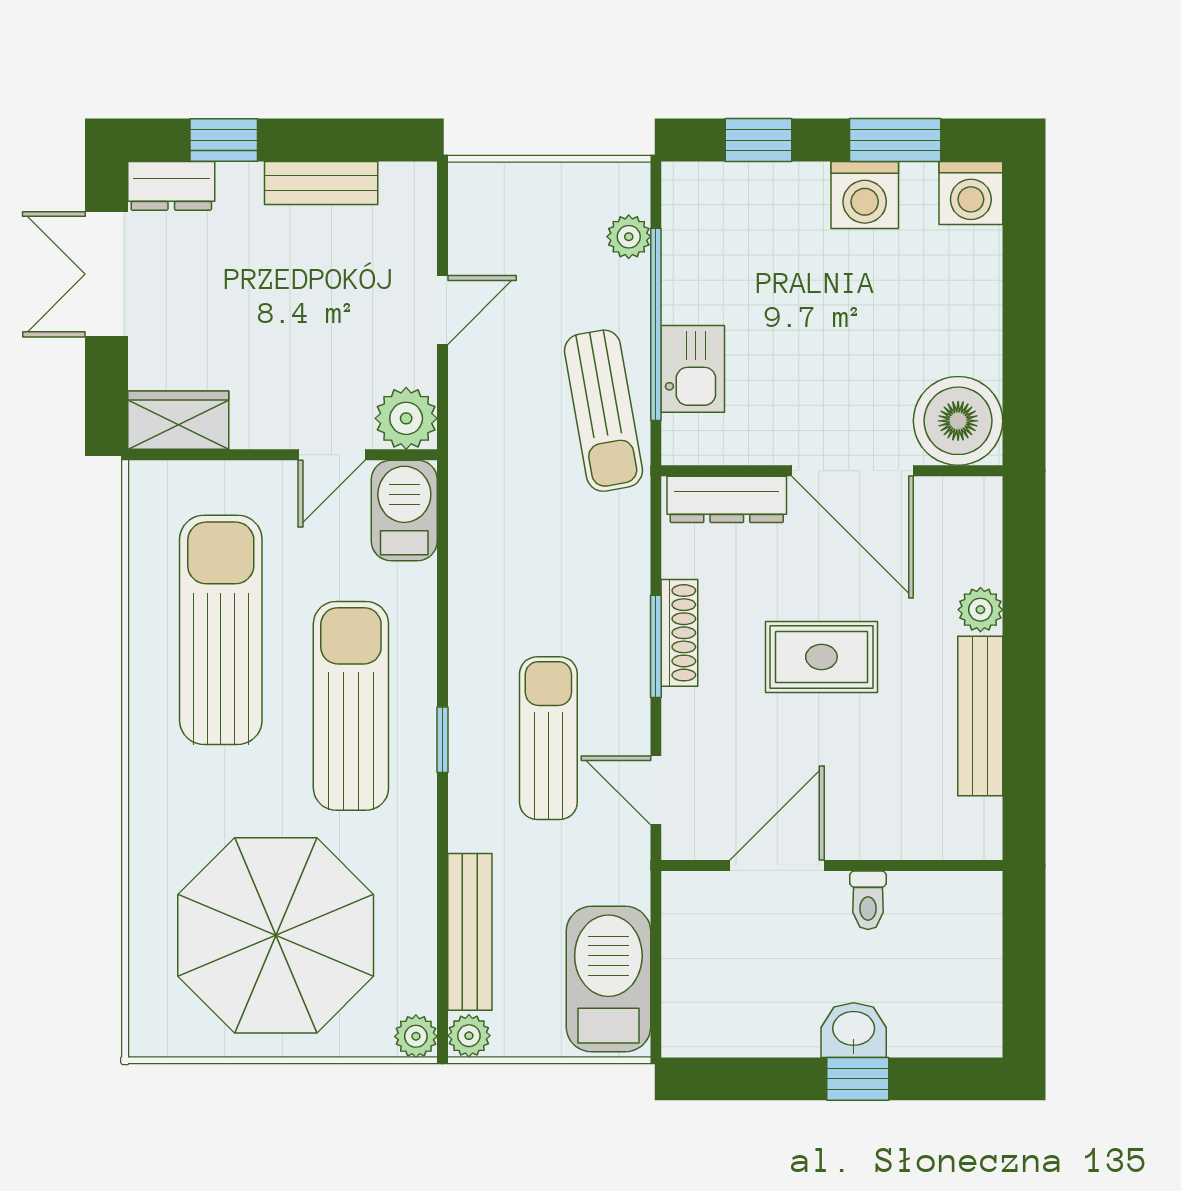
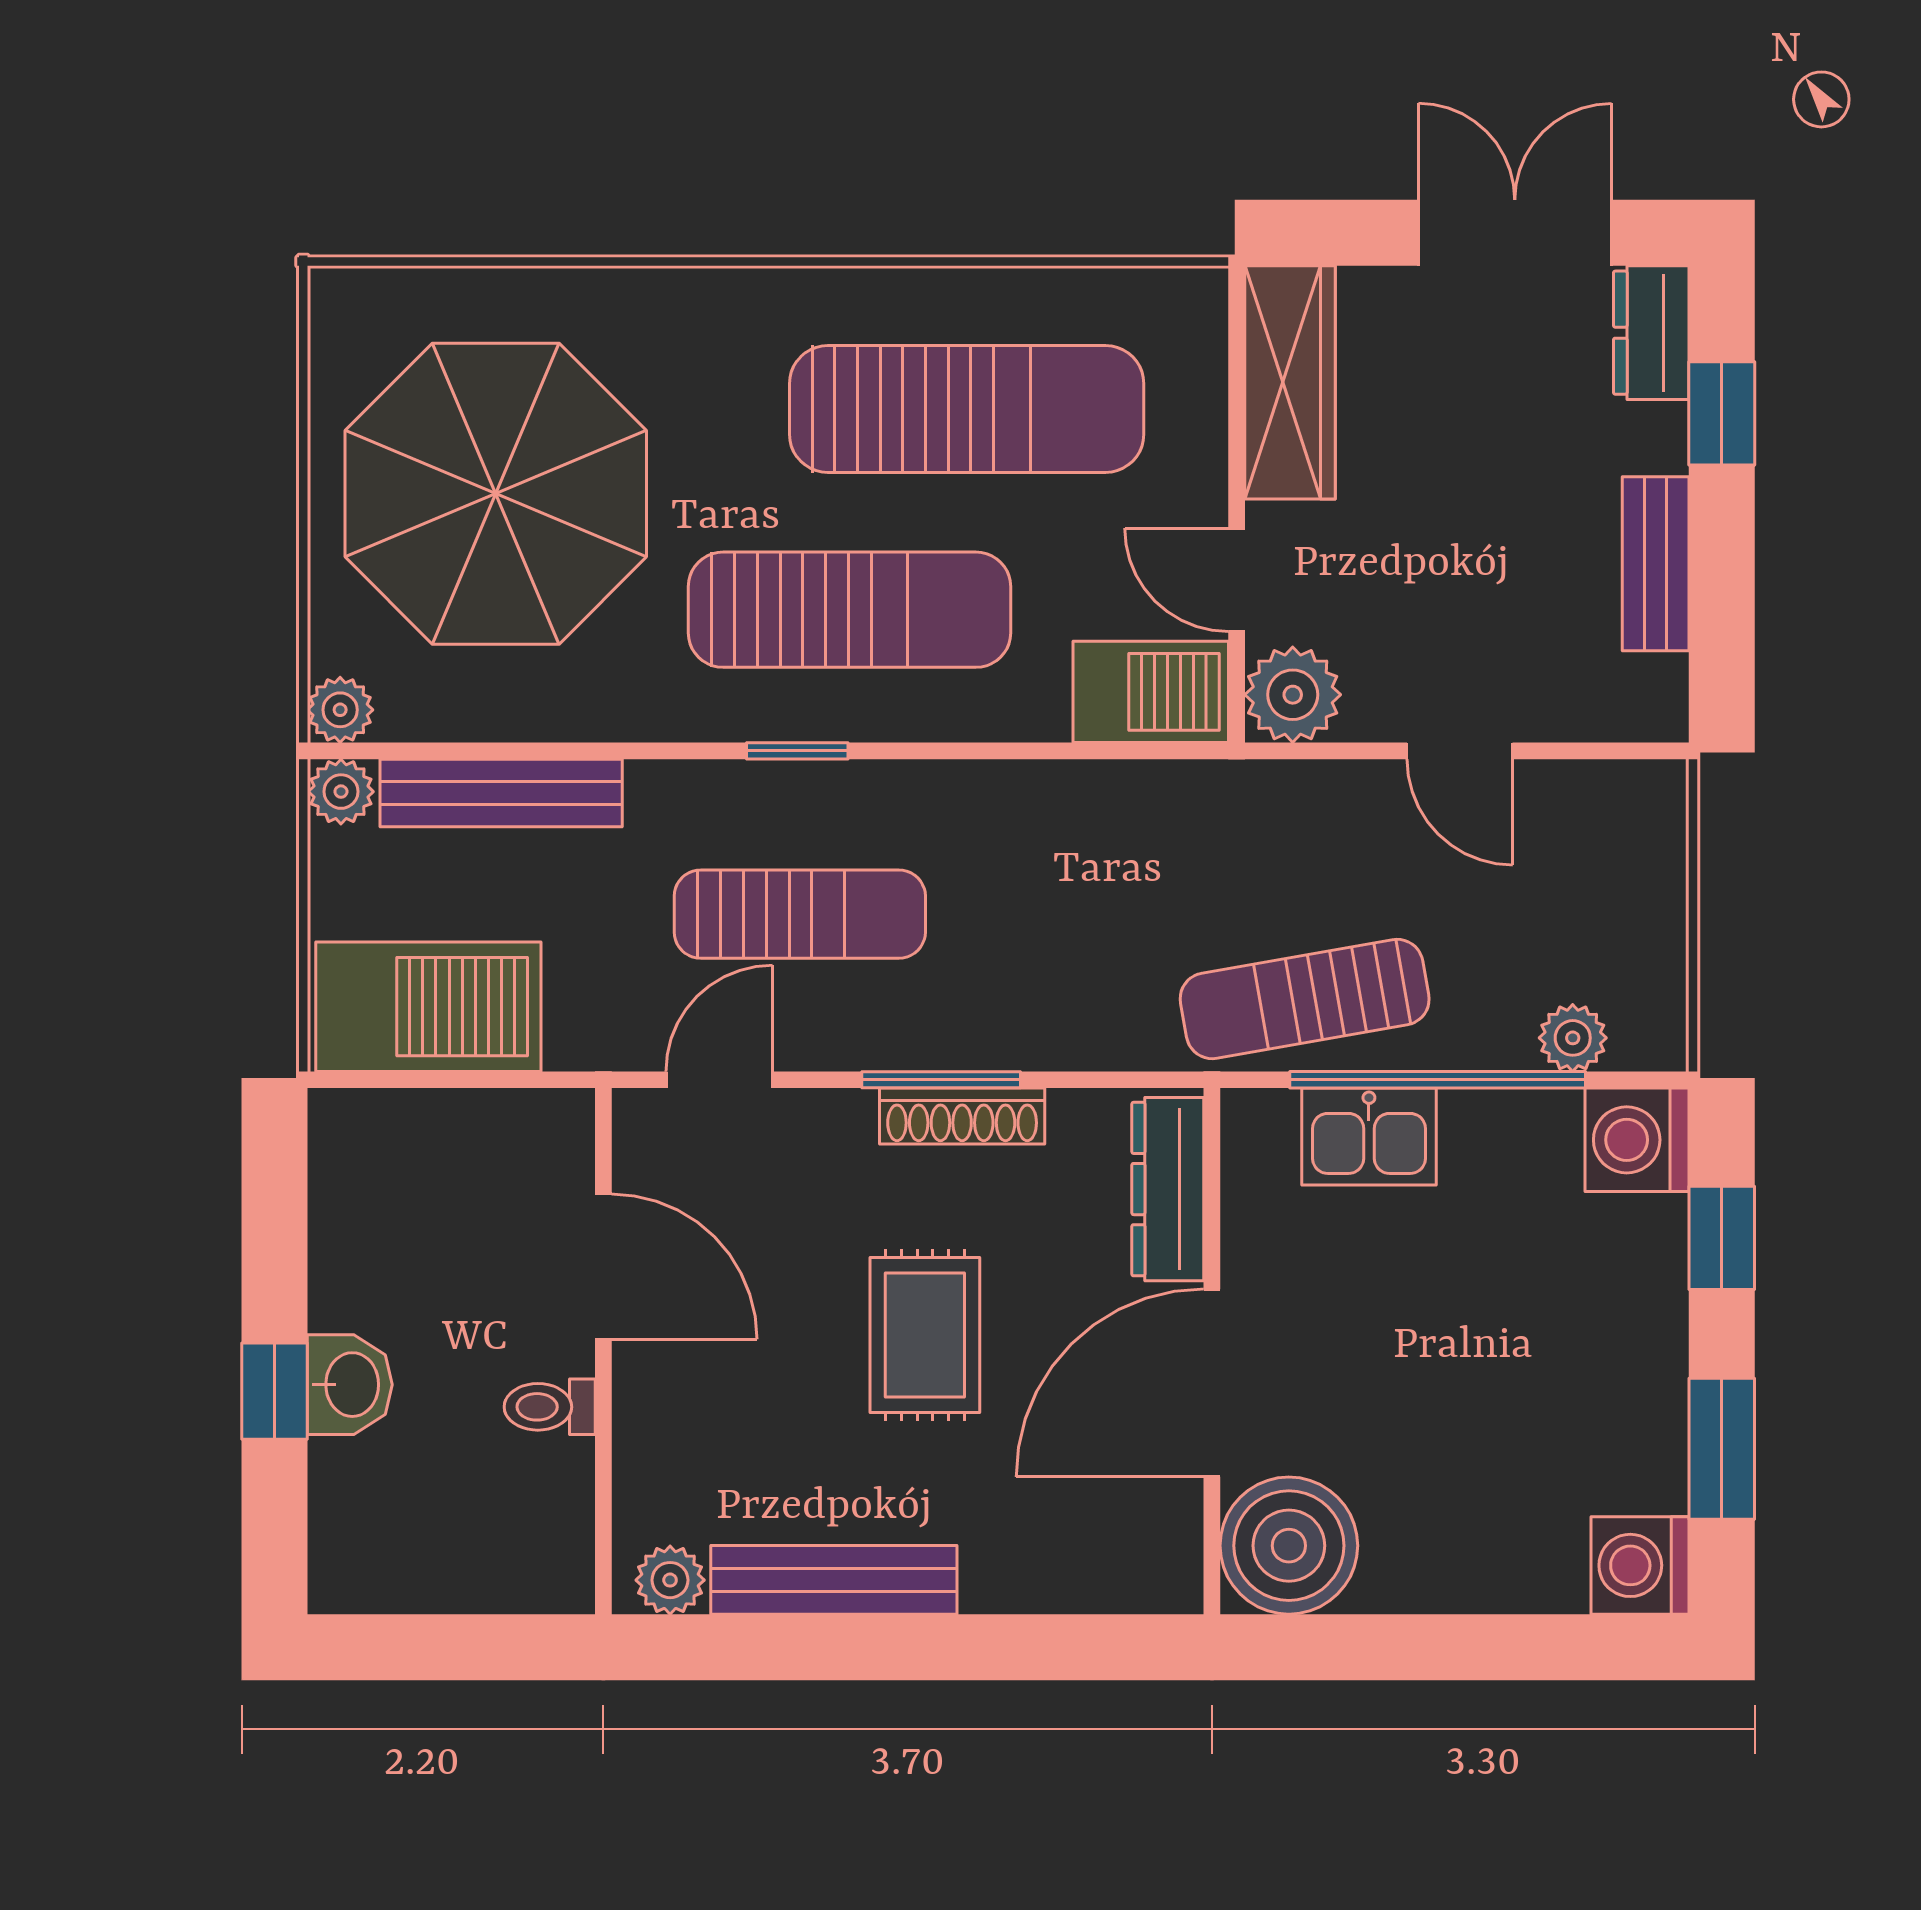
washing machine: (865, 195) -> (1637, 1140), moved
wardrobe: (178, 420) -> (1290, 382), width x1.50
plant: (980, 610) -> (670, 1580), moved

